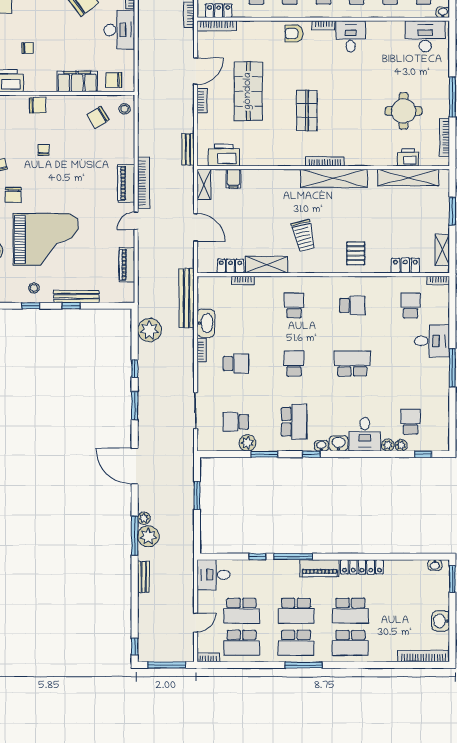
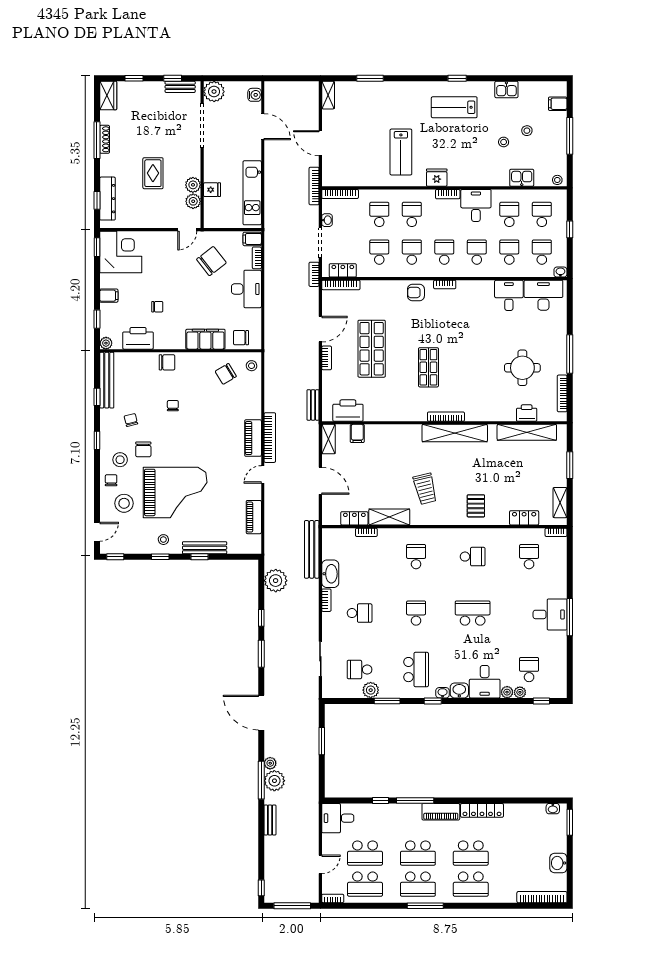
desk: (351, 36) -> (509, 295), moved
desk: (432, 341) -> (550, 614), moved

